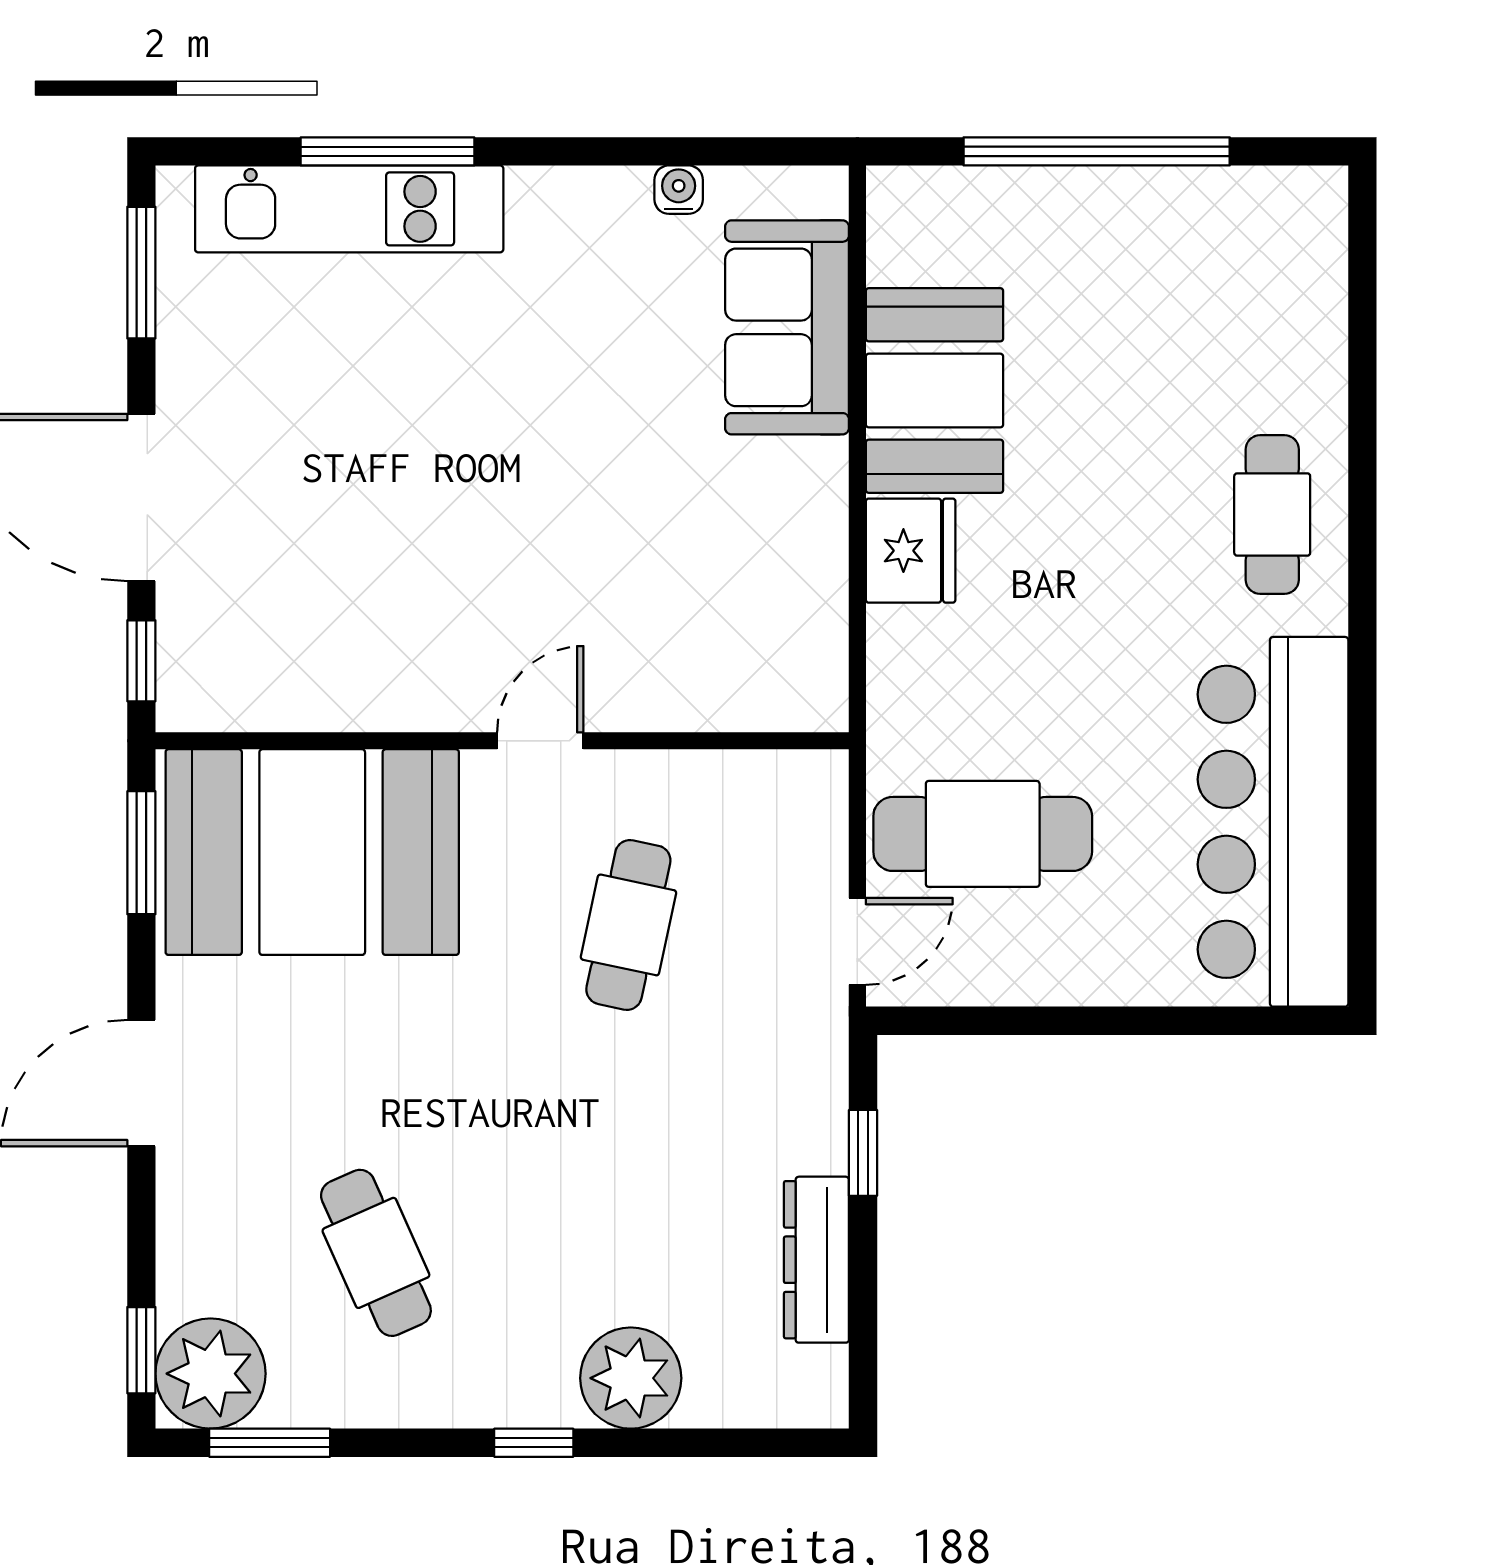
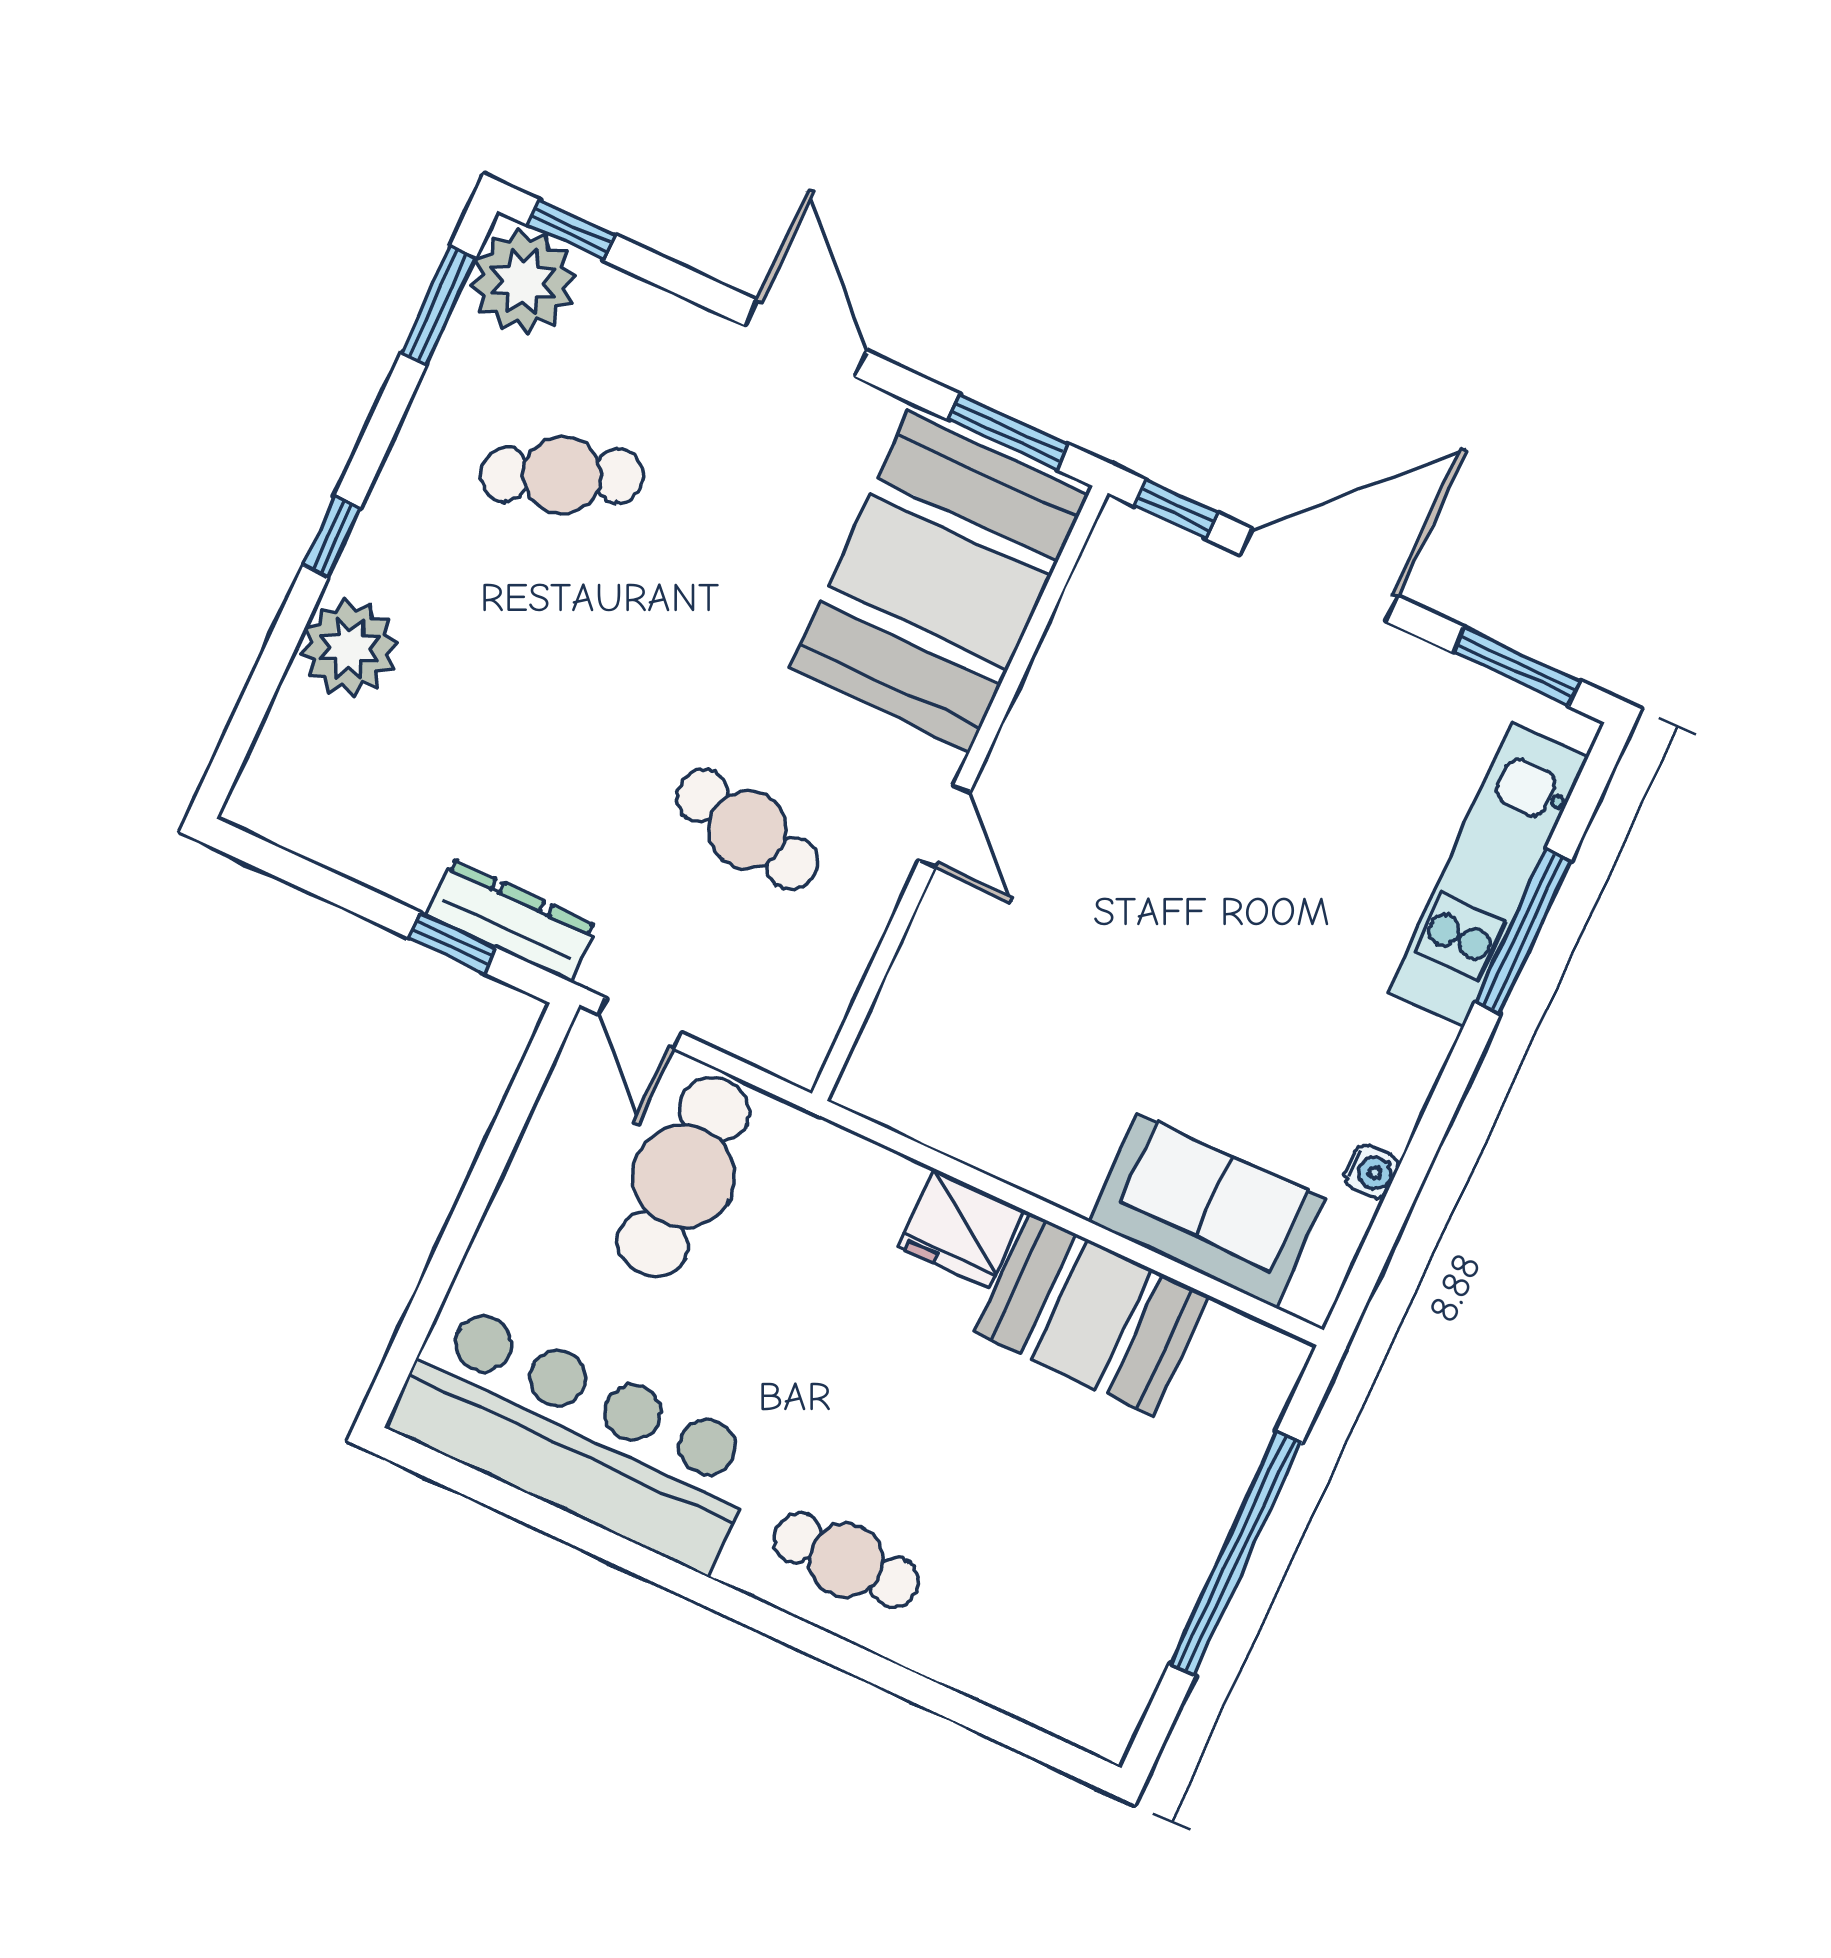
dresser: (816, 1260) -> (511, 920), moved

